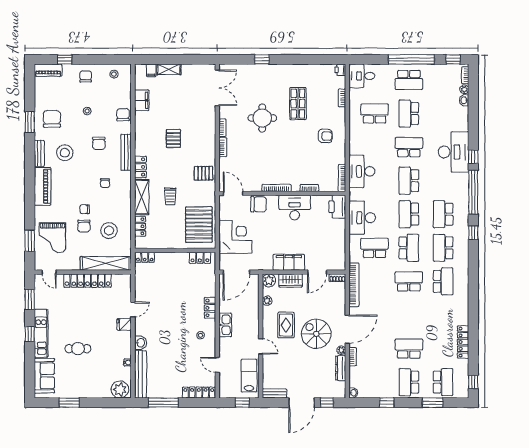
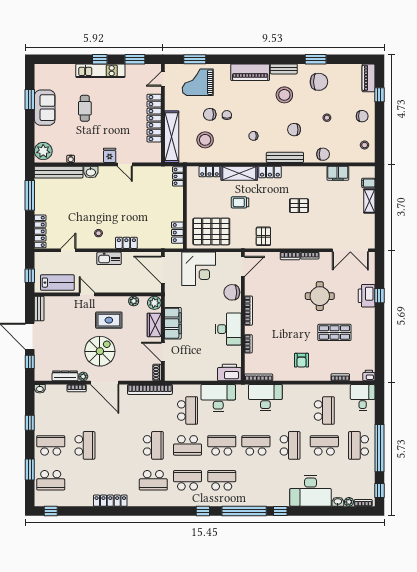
printer: (262, 72) -> (367, 296), added
desk: (454, 152) -> (311, 491), moved
chair: (259, 204) -> (232, 292), turned 90
locker: (463, 342) -> (110, 501), moved
door: (261, 346) -> (87, 294), swing flipped
sofa: (44, 376) -> (45, 108), moved, turned -90

